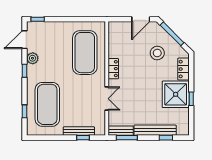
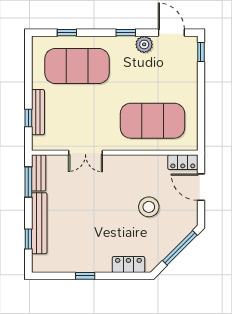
door: (141, 19) -> (201, 187), moved
stool: (157, 53) -> (149, 207), moved
locker: (113, 69) -> (183, 162), moved
shower: (176, 94) -> (92, 253), removed

